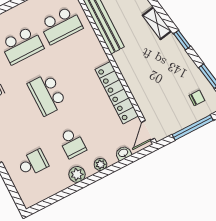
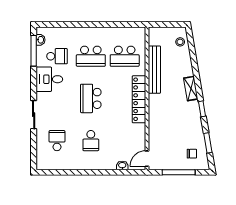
locker: (117, 93) -> (139, 99), moved
school desk: (33, 163) -> (57, 141), turned -90
plant: (100, 164) -> (103, 165), removed
plant: (77, 174) -> (83, 164), removed

